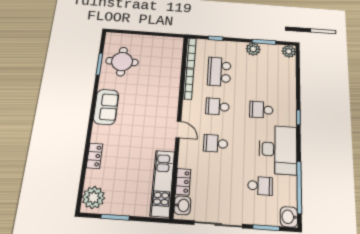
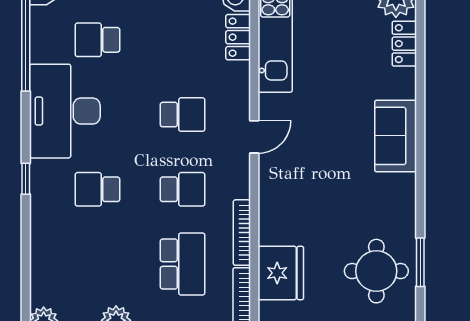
fridge: (170, 64) -> (281, 273), added
sofa: (106, 107) -> (396, 136), moved
school desk: (261, 110) -> (98, 189), turned 180
door: (178, 130) -> (254, 137), swing flipped
locker: (95, 156) -> (404, 44), moved

